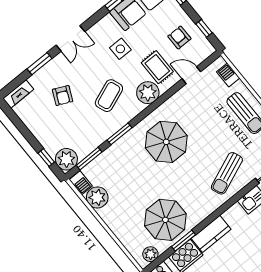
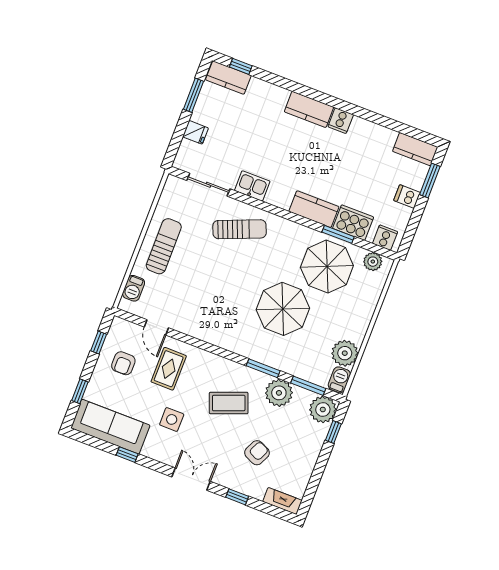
window: (40, 64) -> (237, 497), width x0.67
plant: (148, 93) -> (279, 393), moved
parasol: (166, 142) -> (283, 309), moved

